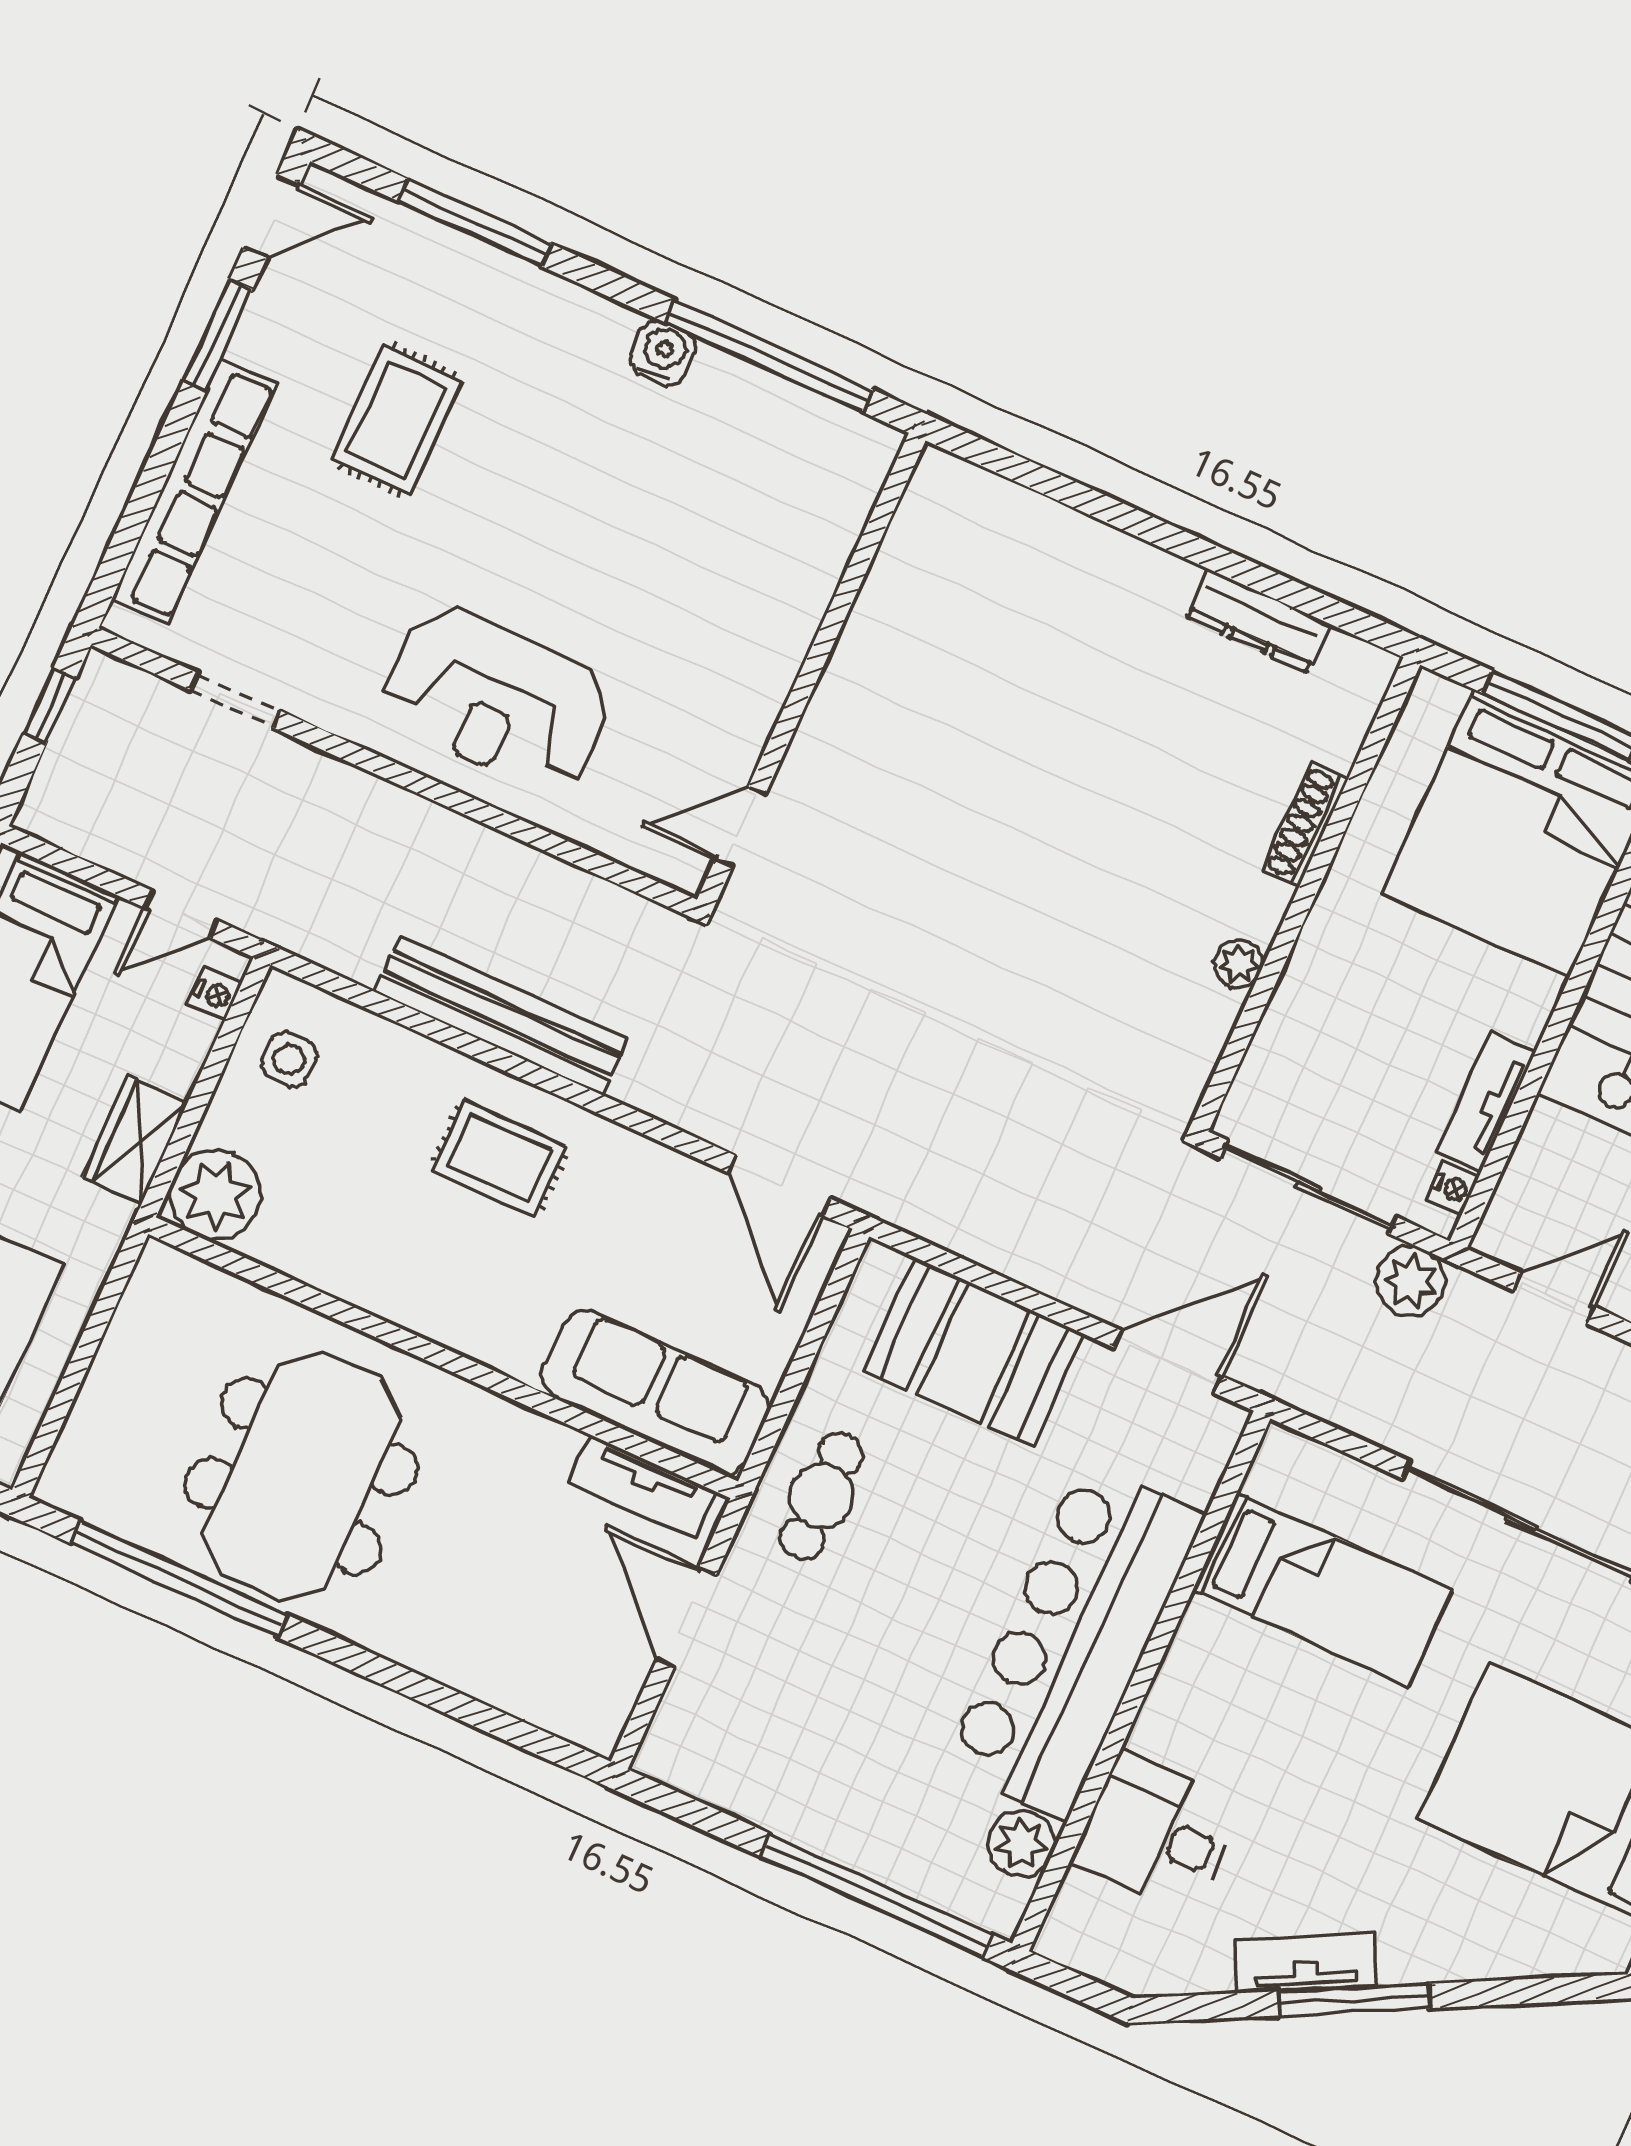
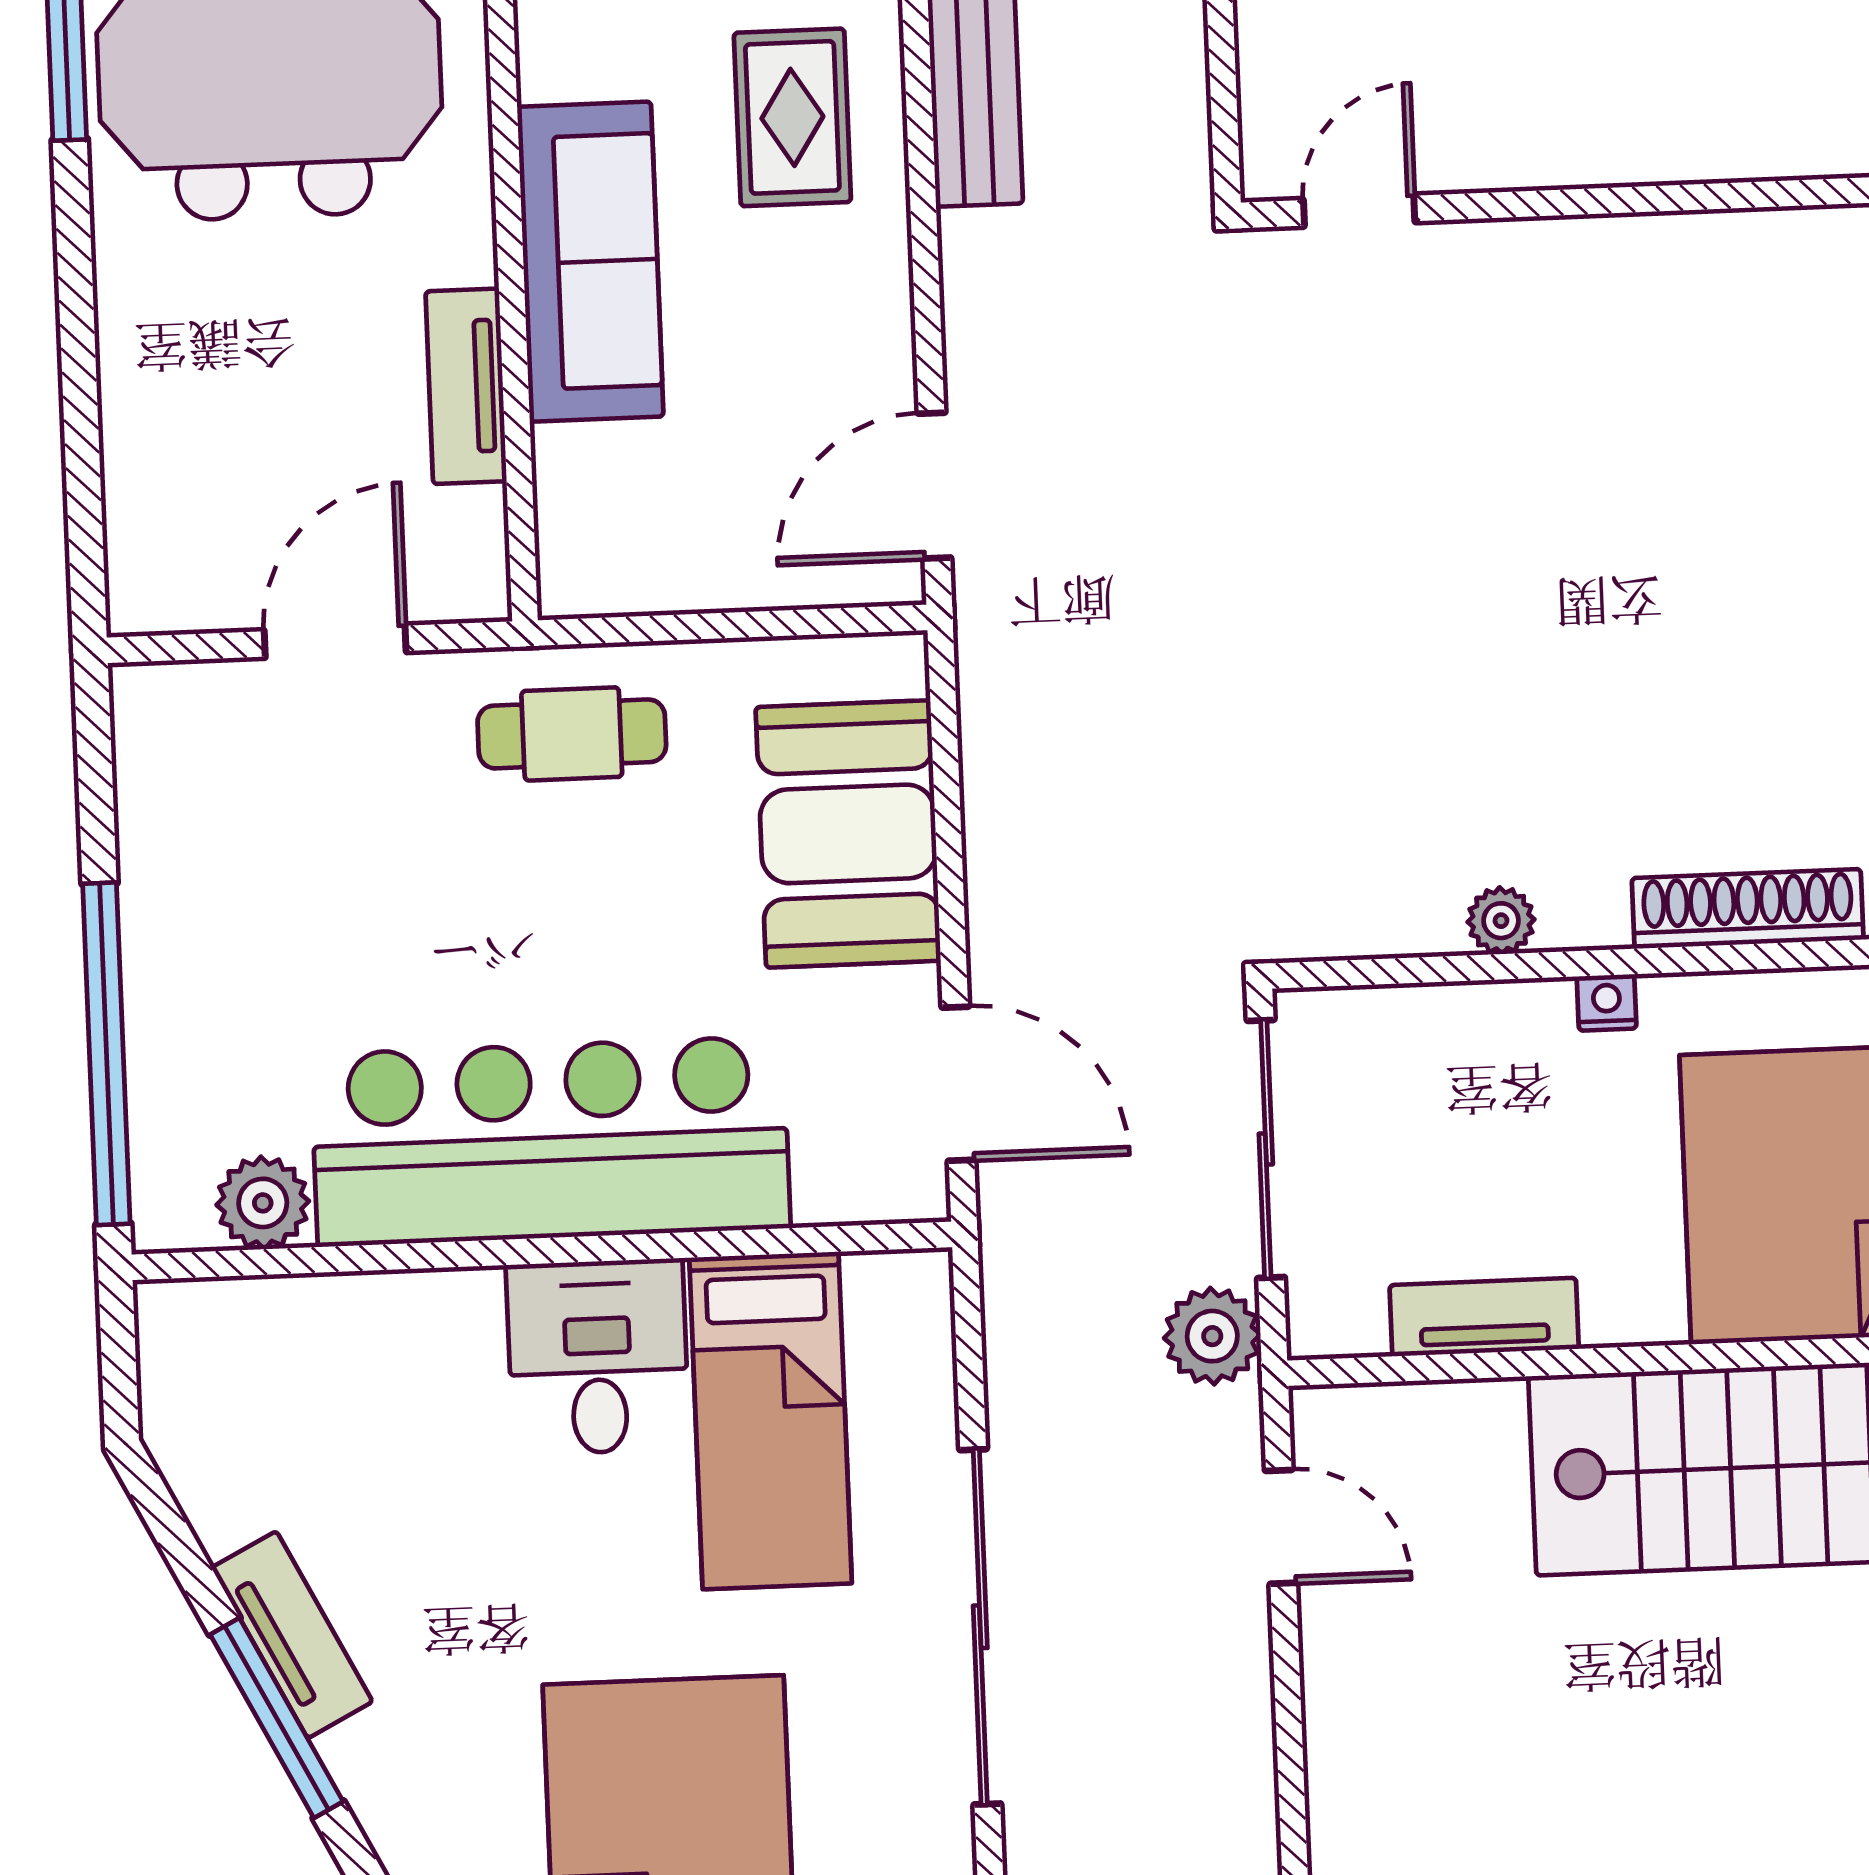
shoe rack: (1305, 825) -> (1748, 909), width x1.36, depth x1.24
door: (740, 827) -> (1359, 211), hinge flipped
nightstand: (1453, 1188) -> (1607, 1003), moved, turned 180
sofa: (655, 1392) -> (590, 262), moved
tv unit: (643, 1487) -> (466, 386), moved
desk: (1157, 1833) -> (598, 1357), moved

